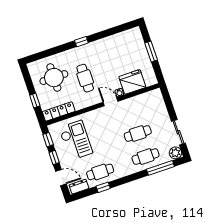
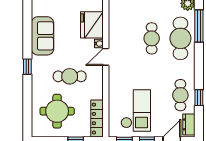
sofa: (110, 45) -> (43, 36), added
checkout: (76, 140) -> (136, 110), turned 90
cafe table: (146, 157) -> (180, 38), width x1.37, depth x1.35

